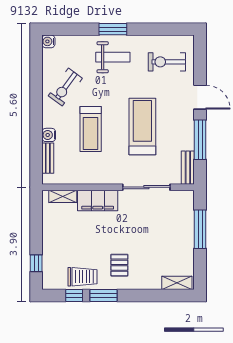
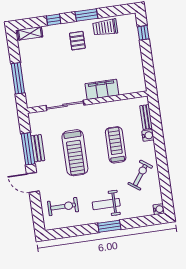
bench: (188, 168) -> (38, 148), moved
shelving: (63, 196) -> (130, 89), removed
window: (74, 296) -> (54, 20), moved

